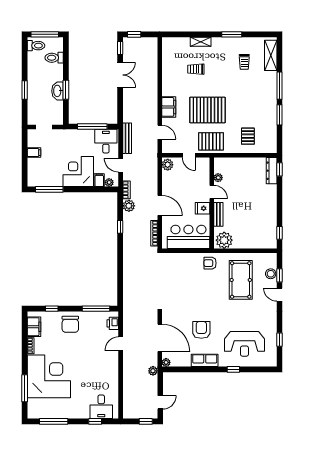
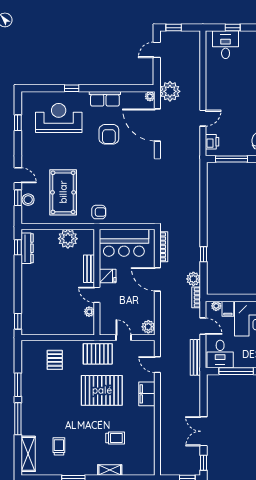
dresser: (272, 171) -> (27, 248), moved
plant: (224, 240) -> (68, 239), moved
plant: (153, 371) -> (170, 91), width x1.88, depth x1.88

